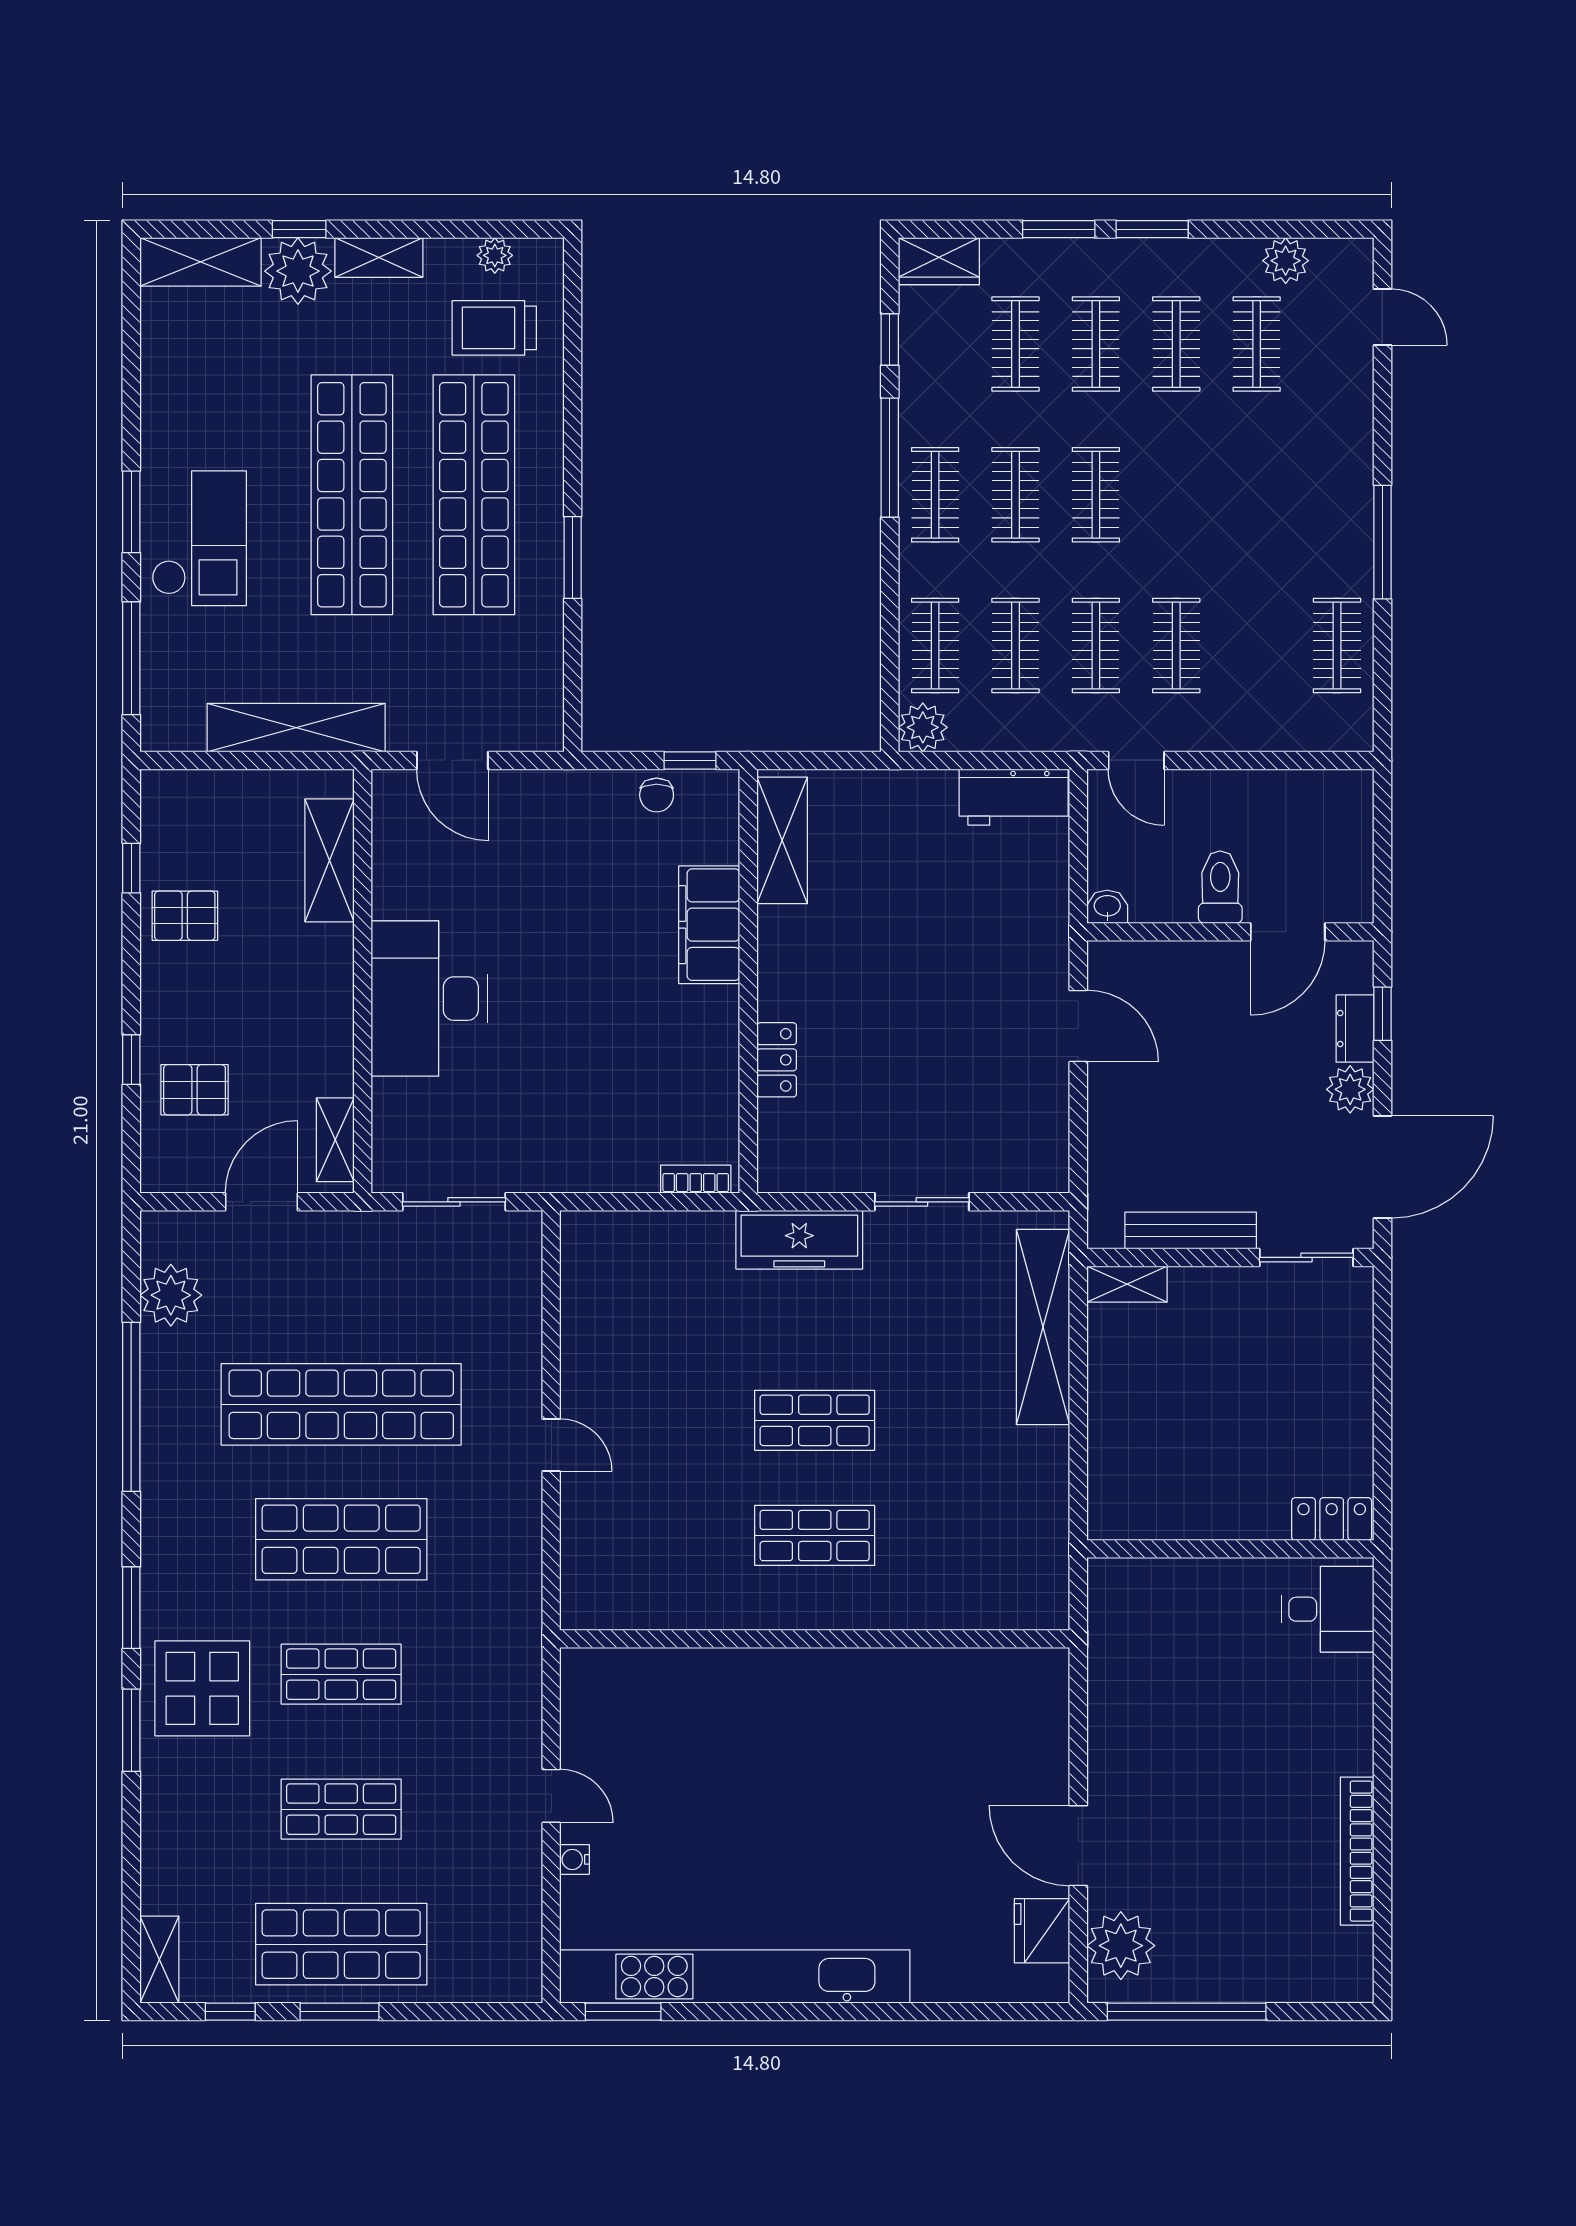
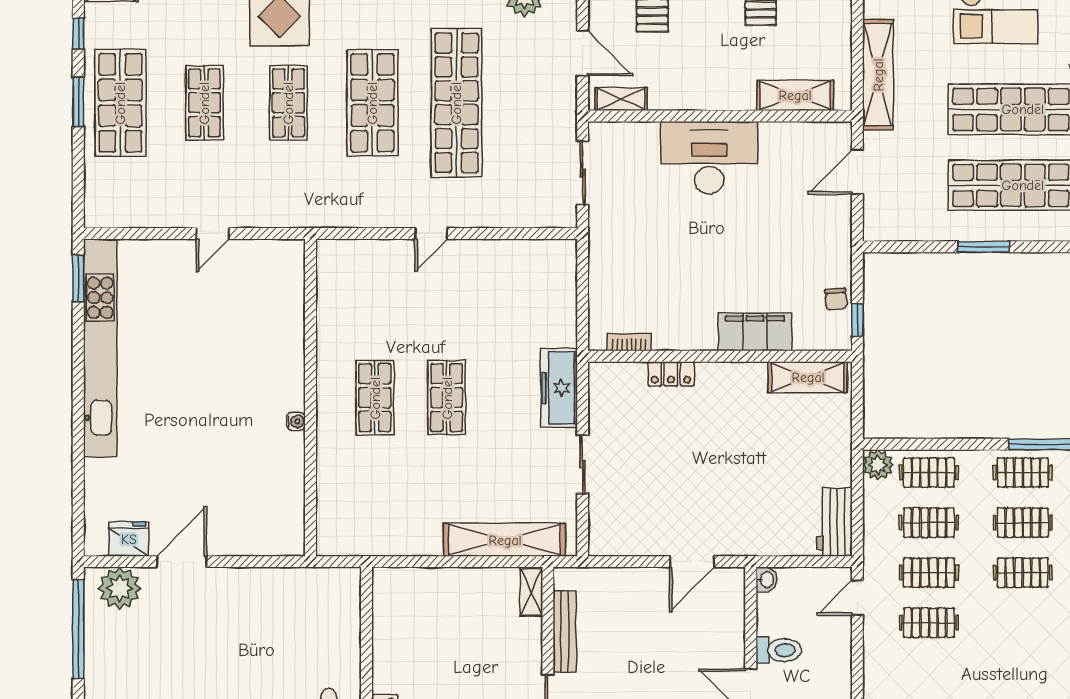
chair: (657, 795) -> (836, 299), turned -95
bookcase: (696, 1179) -> (629, 342), moved, turned -90
water cooler: (575, 1859) -> (296, 421), moved, turned 90

